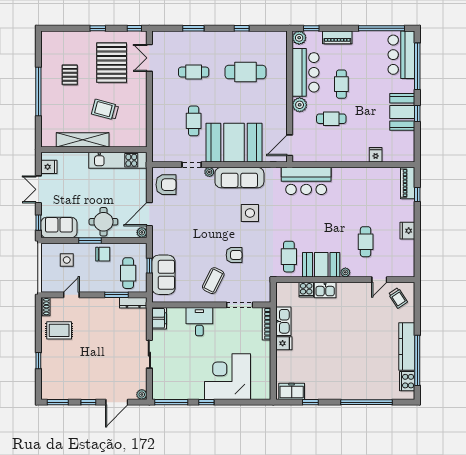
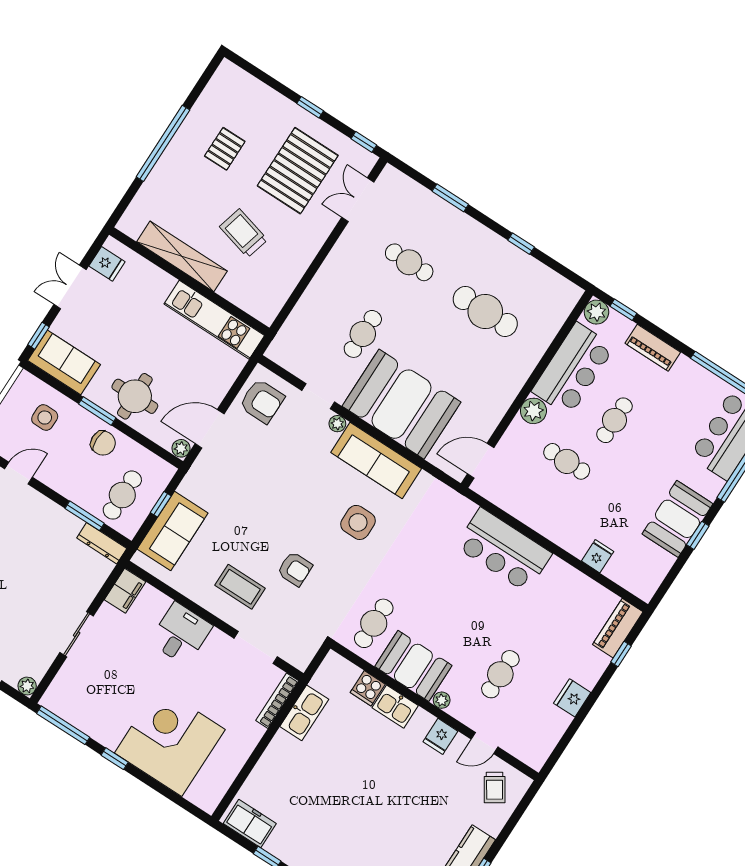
bar counter: (306, 181) -> (504, 550), moved
coffee table: (213, 281) -> (240, 587), turned 63
fridge: (284, 343) -> (440, 736), moved, turned 90

